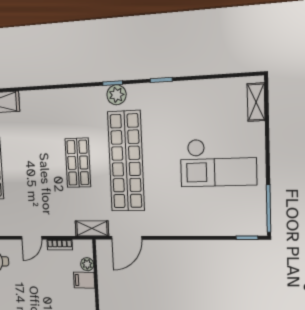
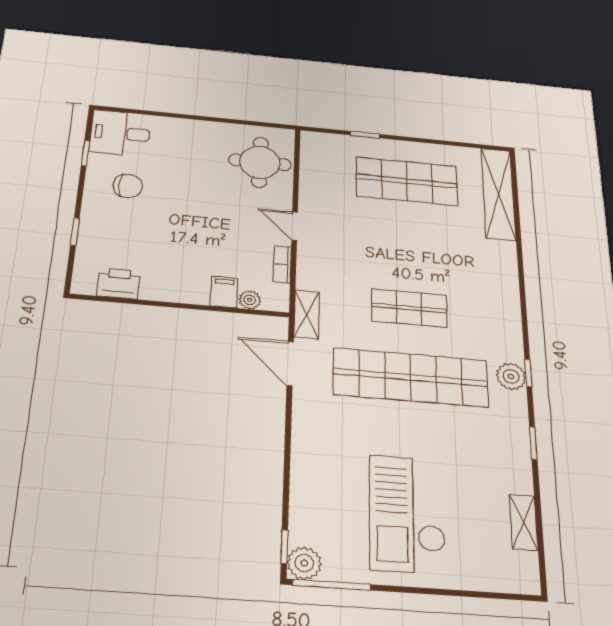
shelving: (256, 102) -> (524, 522), moved, turned 90
plant: (256, 225) -> (304, 563), added

